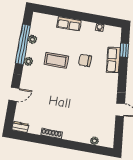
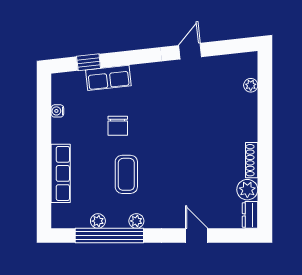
row of seats: (69, 24) -> (61, 173), width x1.48
plant: (35, 128) -> (247, 190), added

